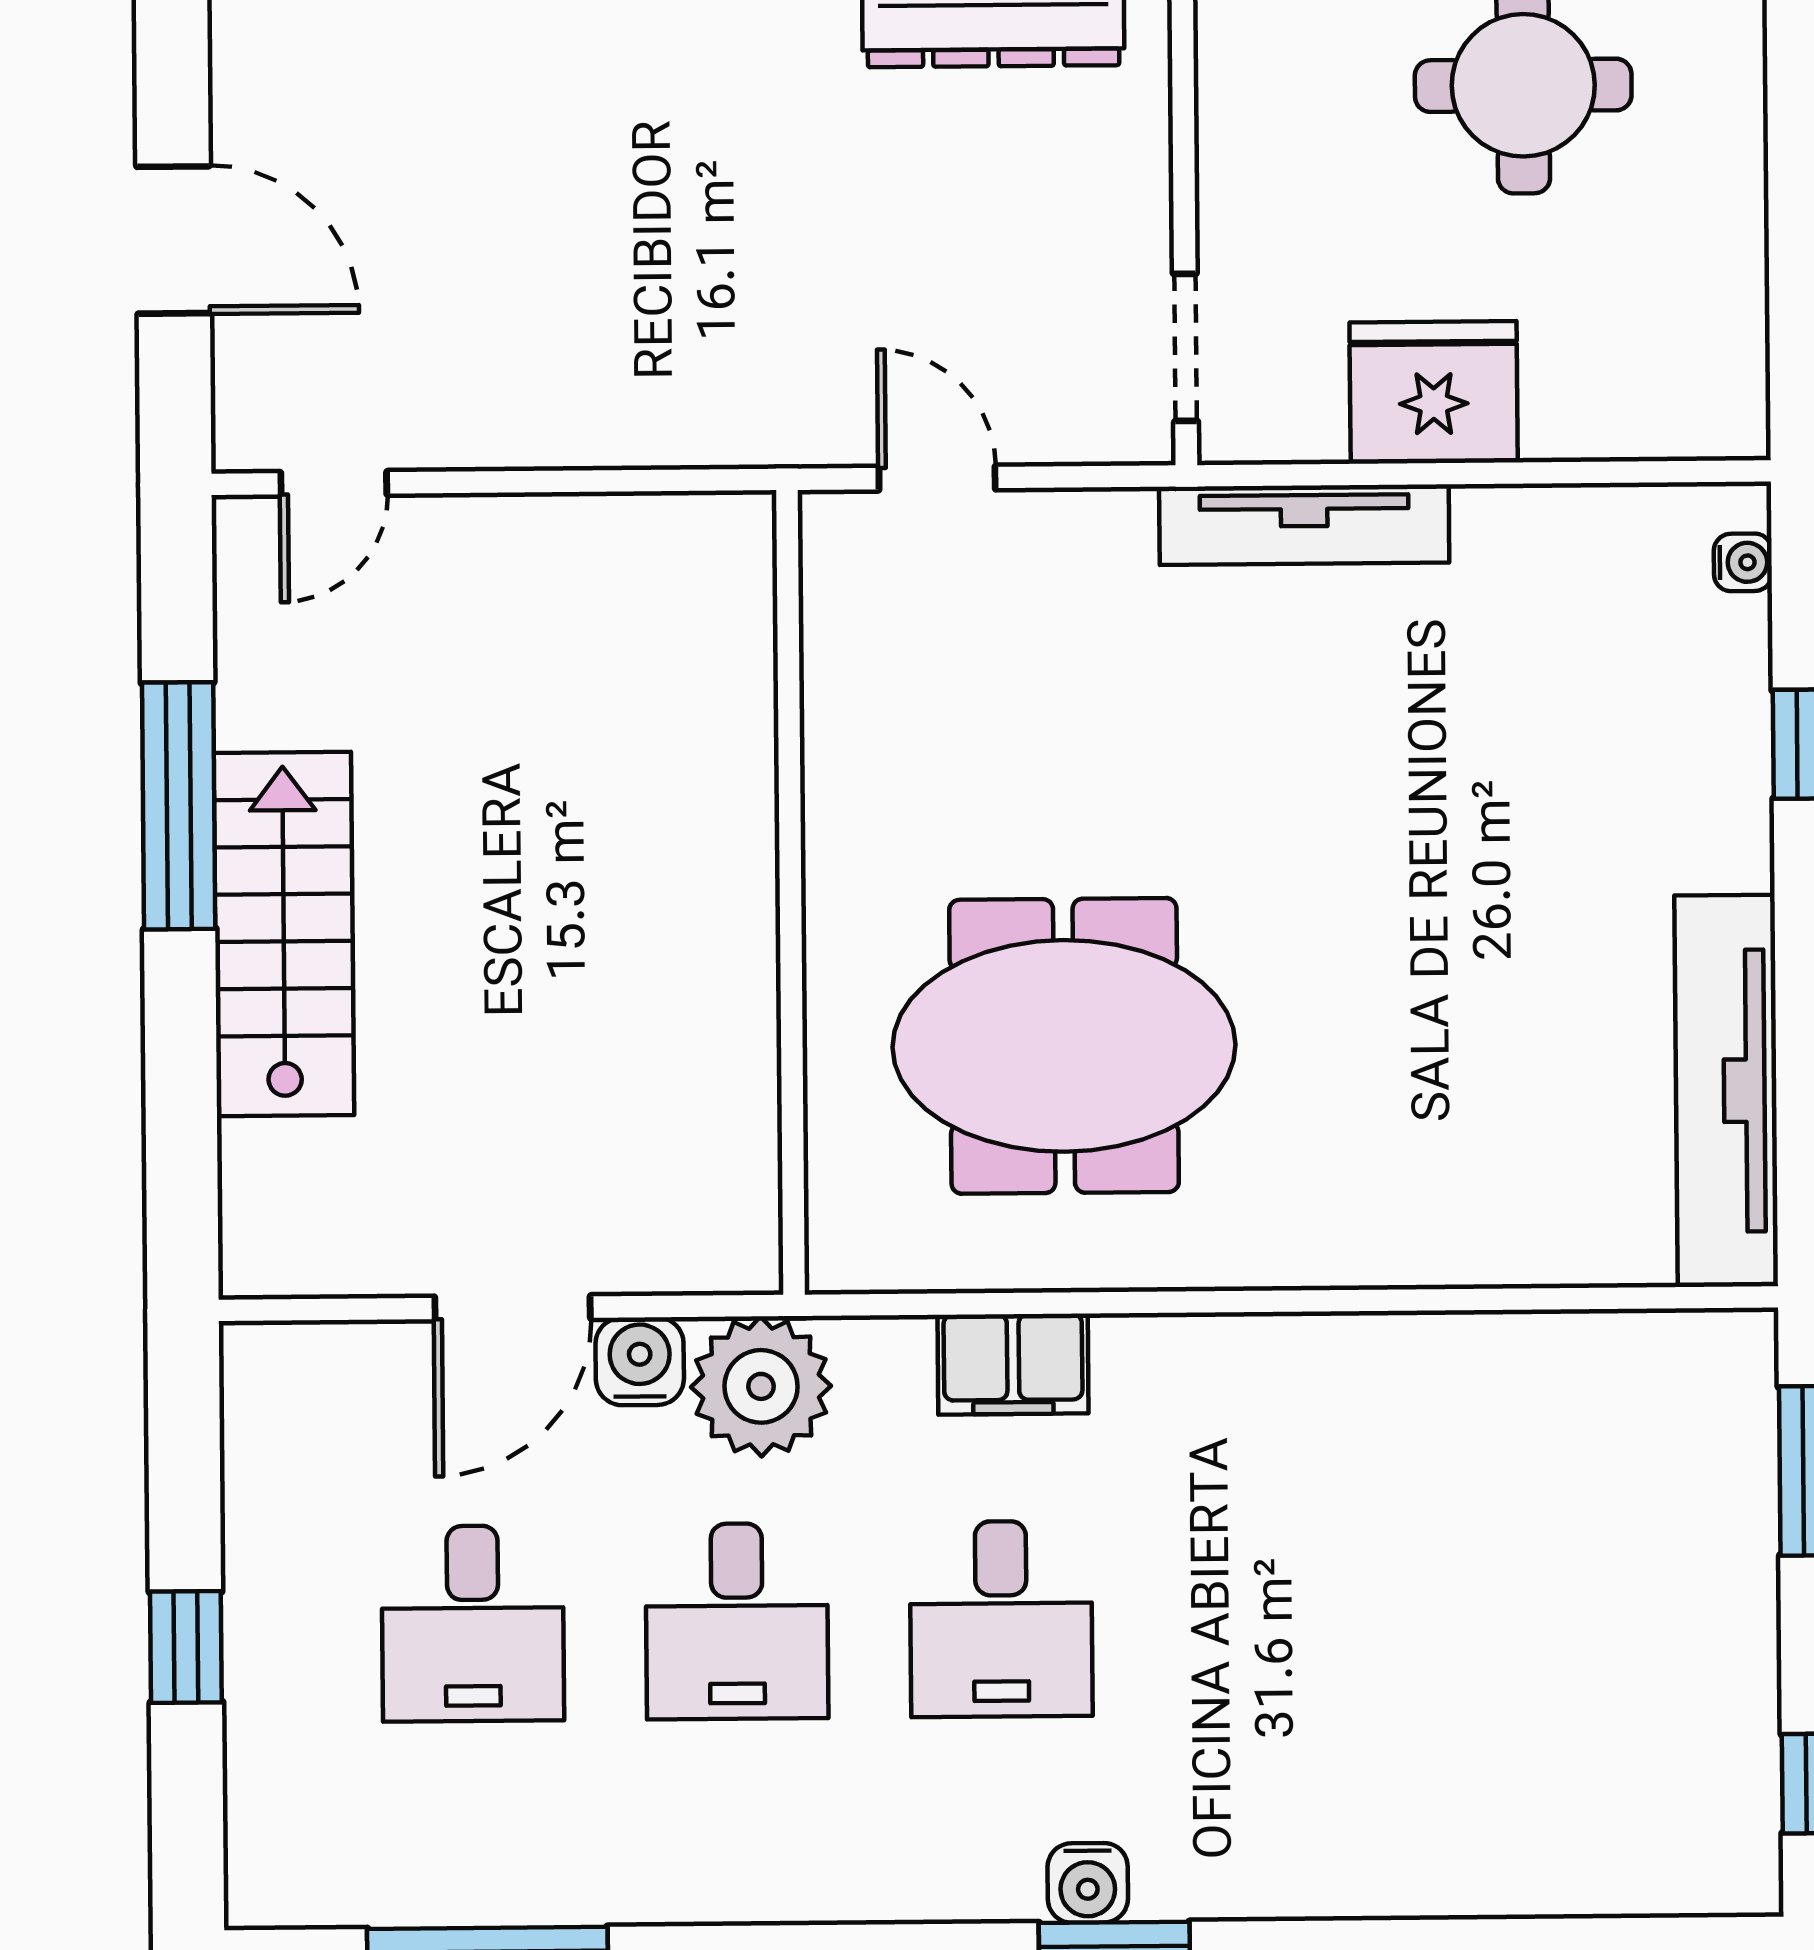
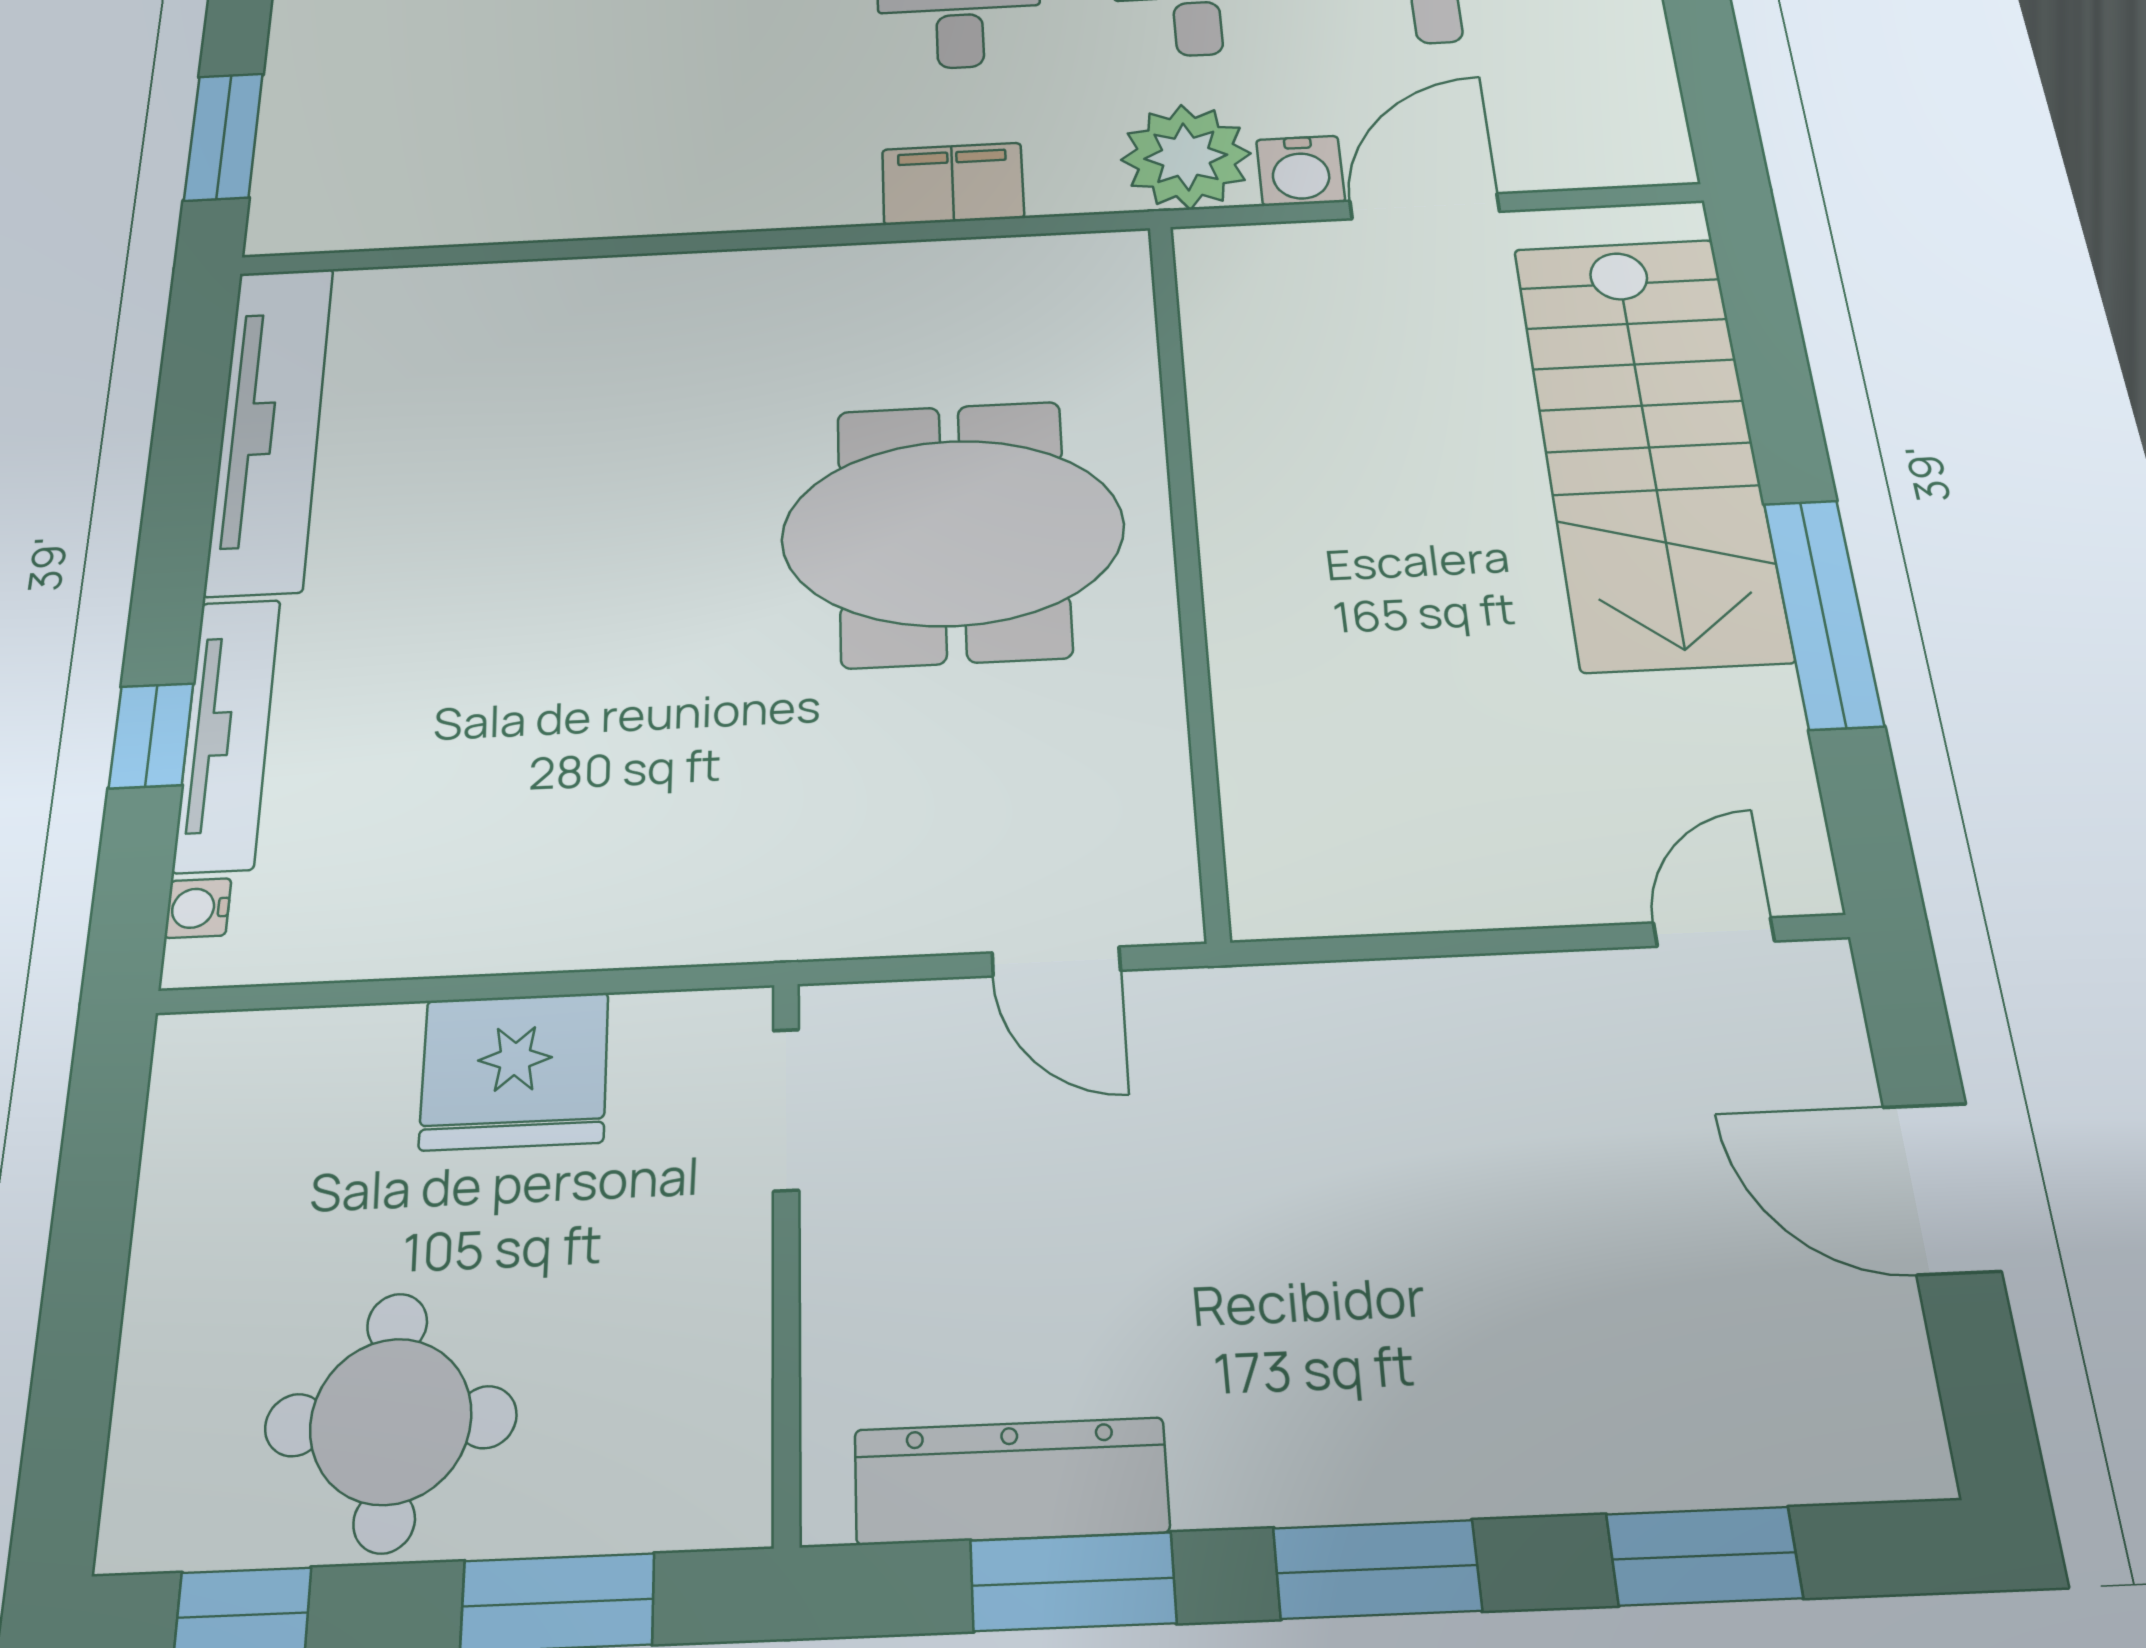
tv unit: (1304, 525) -> (227, 734), moved, turned 90
stairs: (284, 934) -> (1649, 448), width x1.36, depth x1.51
meeting table: (1064, 1046) -> (953, 532), moved

